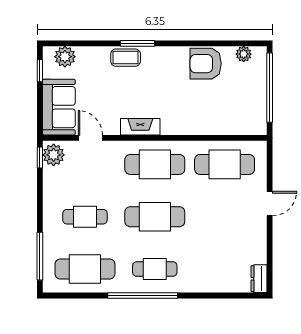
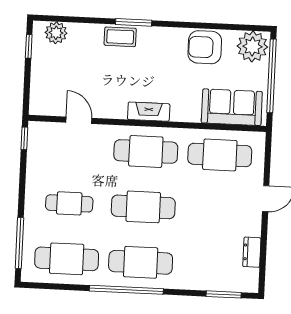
plant: (244, 54) -> (252, 46), width x1.88, depth x1.88
sofa: (59, 107) -> (232, 107), moved, turned -90
fireplace: (140, 127) -> (149, 112), moved
plant: (54, 155) -> (39, 136), removed
cafe table: (155, 269) -> (141, 262), width x1.37, depth x1.35
dresser: (259, 279) -> (252, 252), moved
window: (234, 295) -> (224, 294), added

